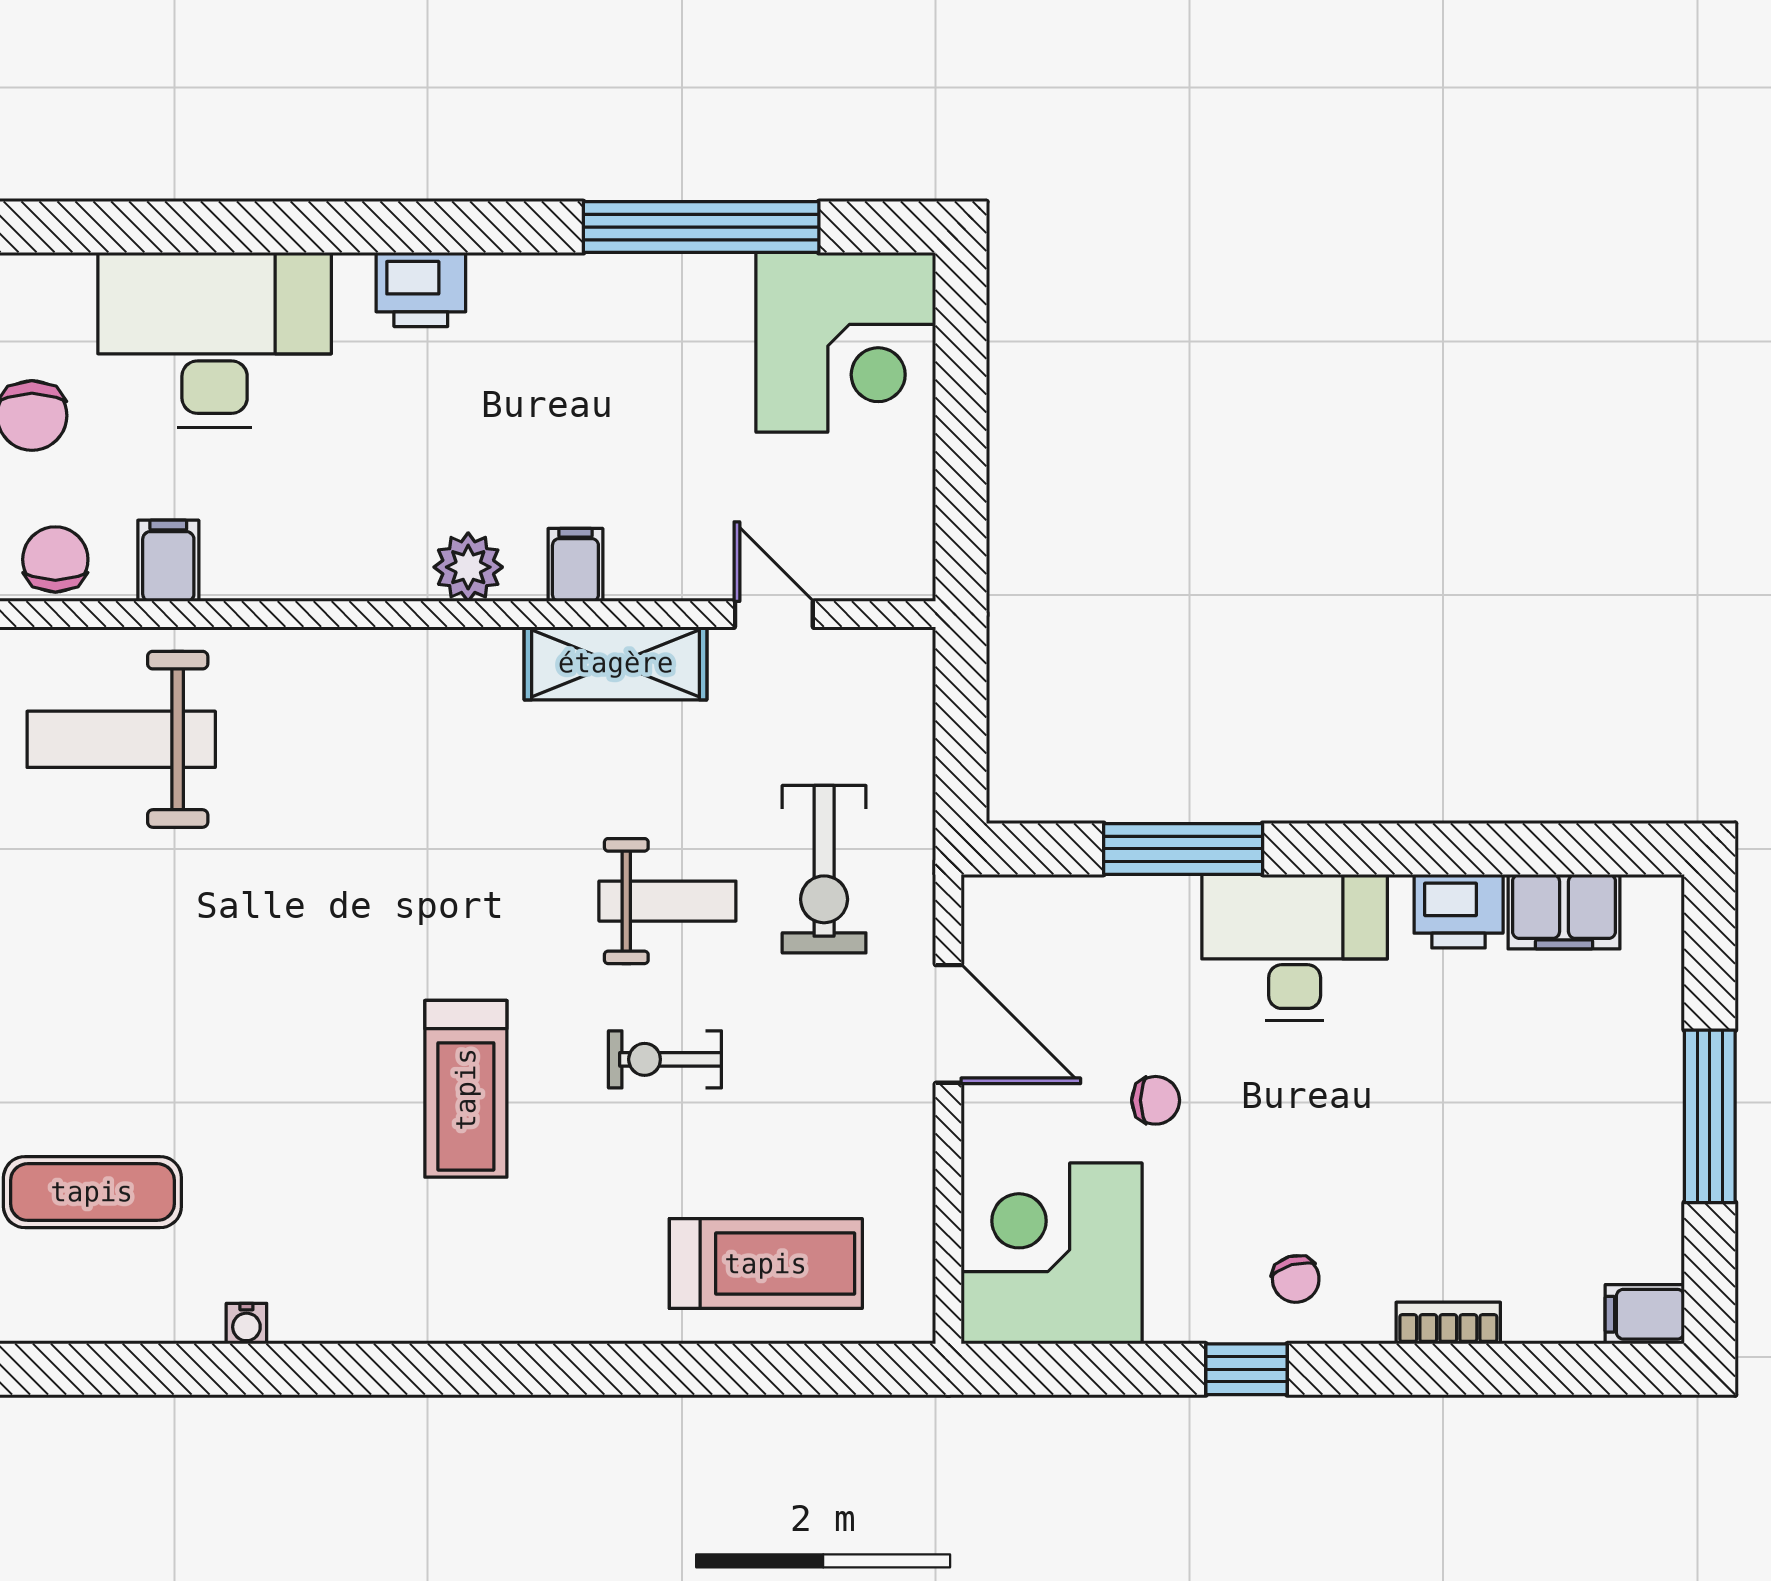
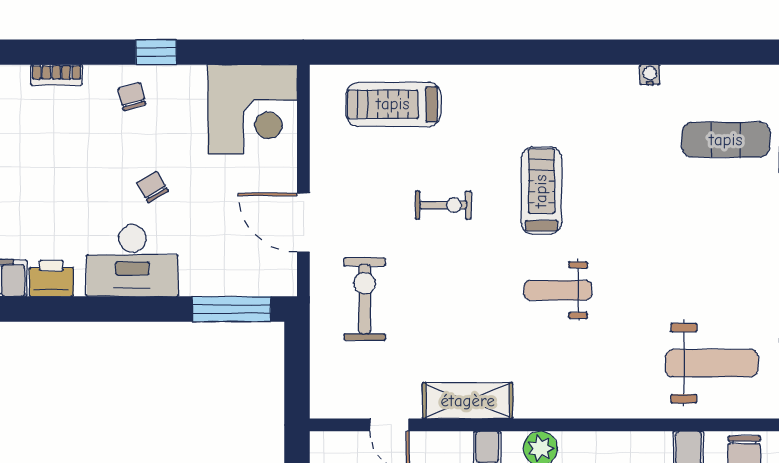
window: (1183, 849) -> (231, 309), moved
weight bench: (667, 901) -> (558, 290), moved
chair: (1156, 1100) -> (152, 187), moved, turned 59

